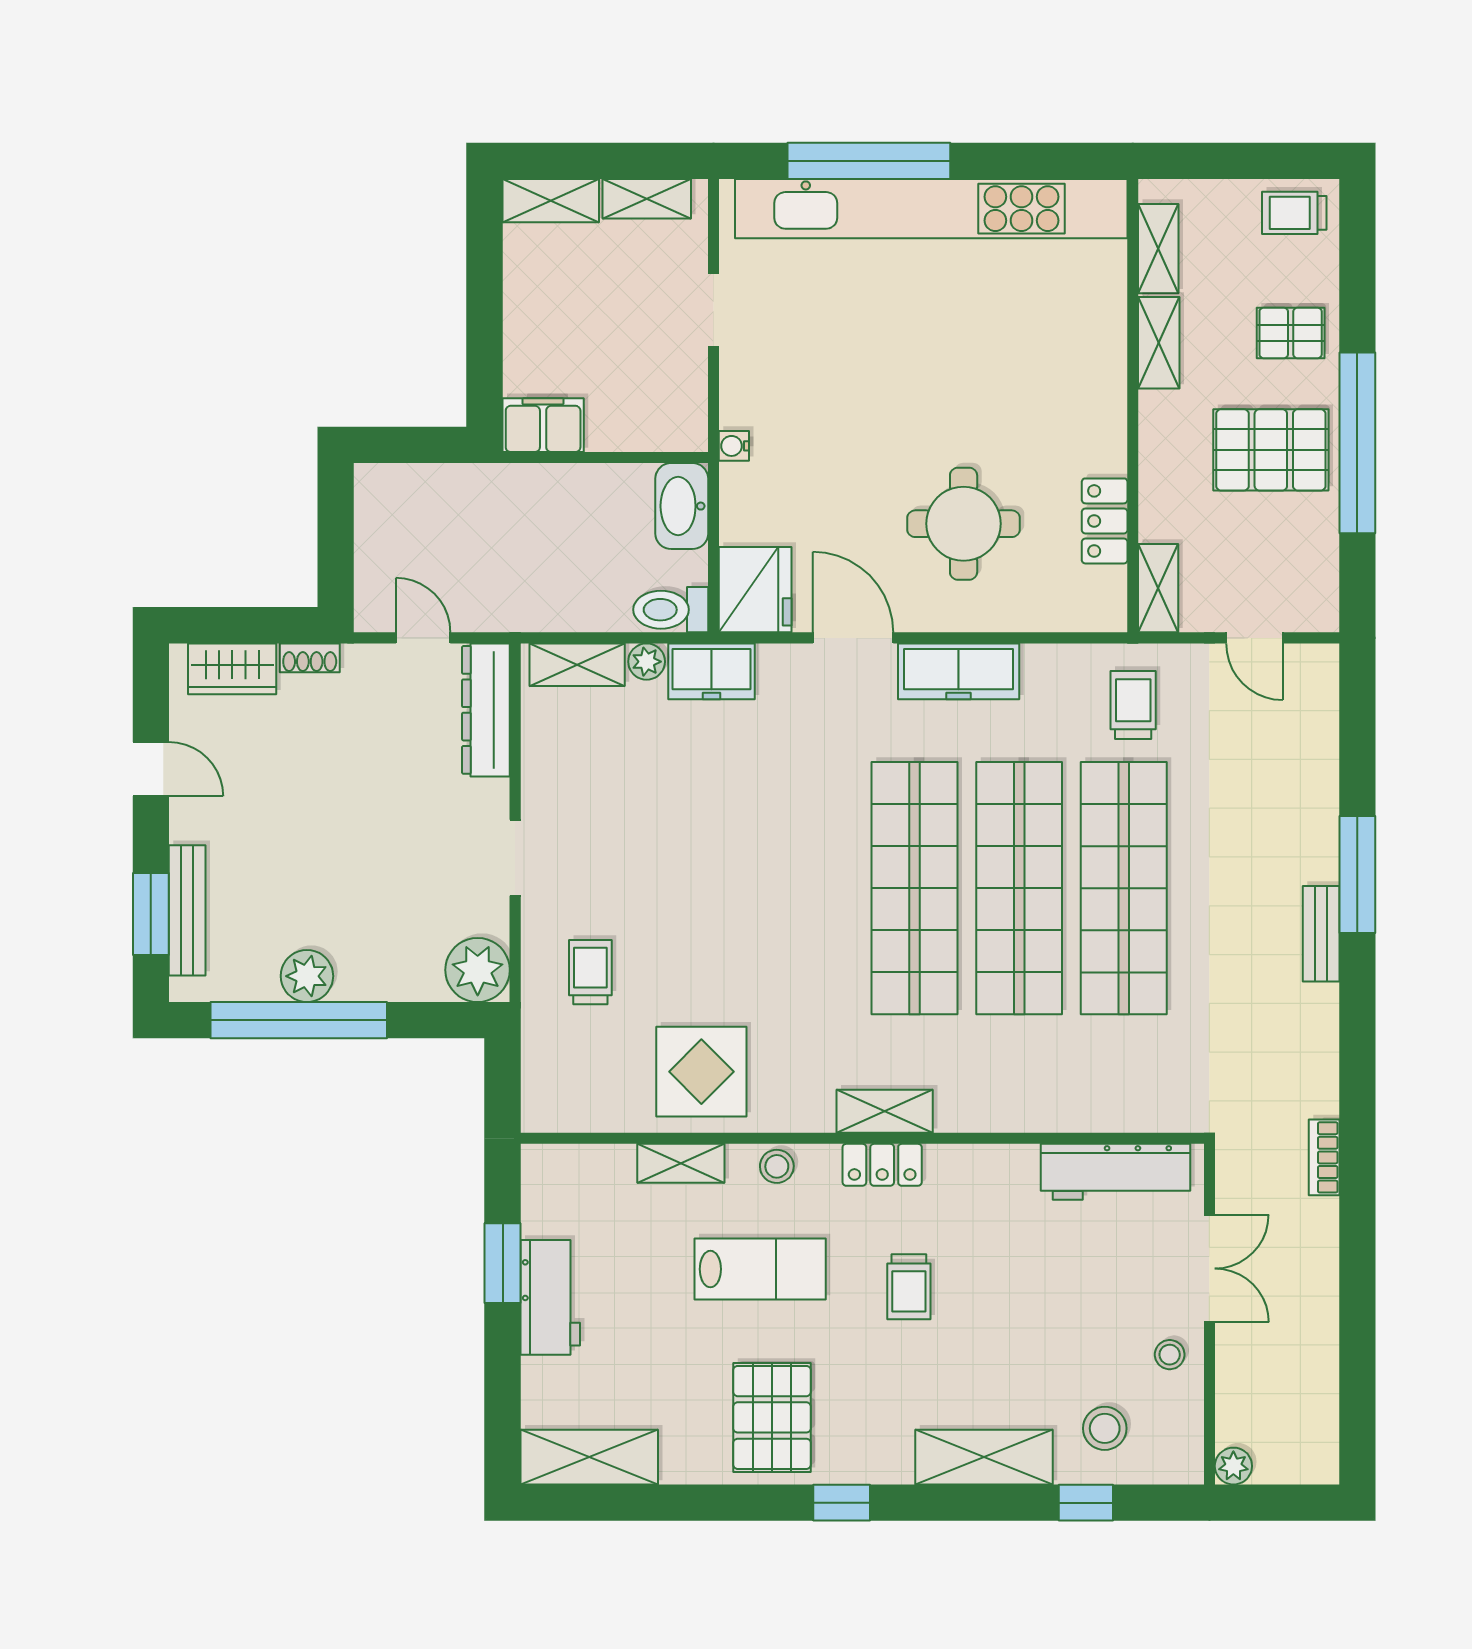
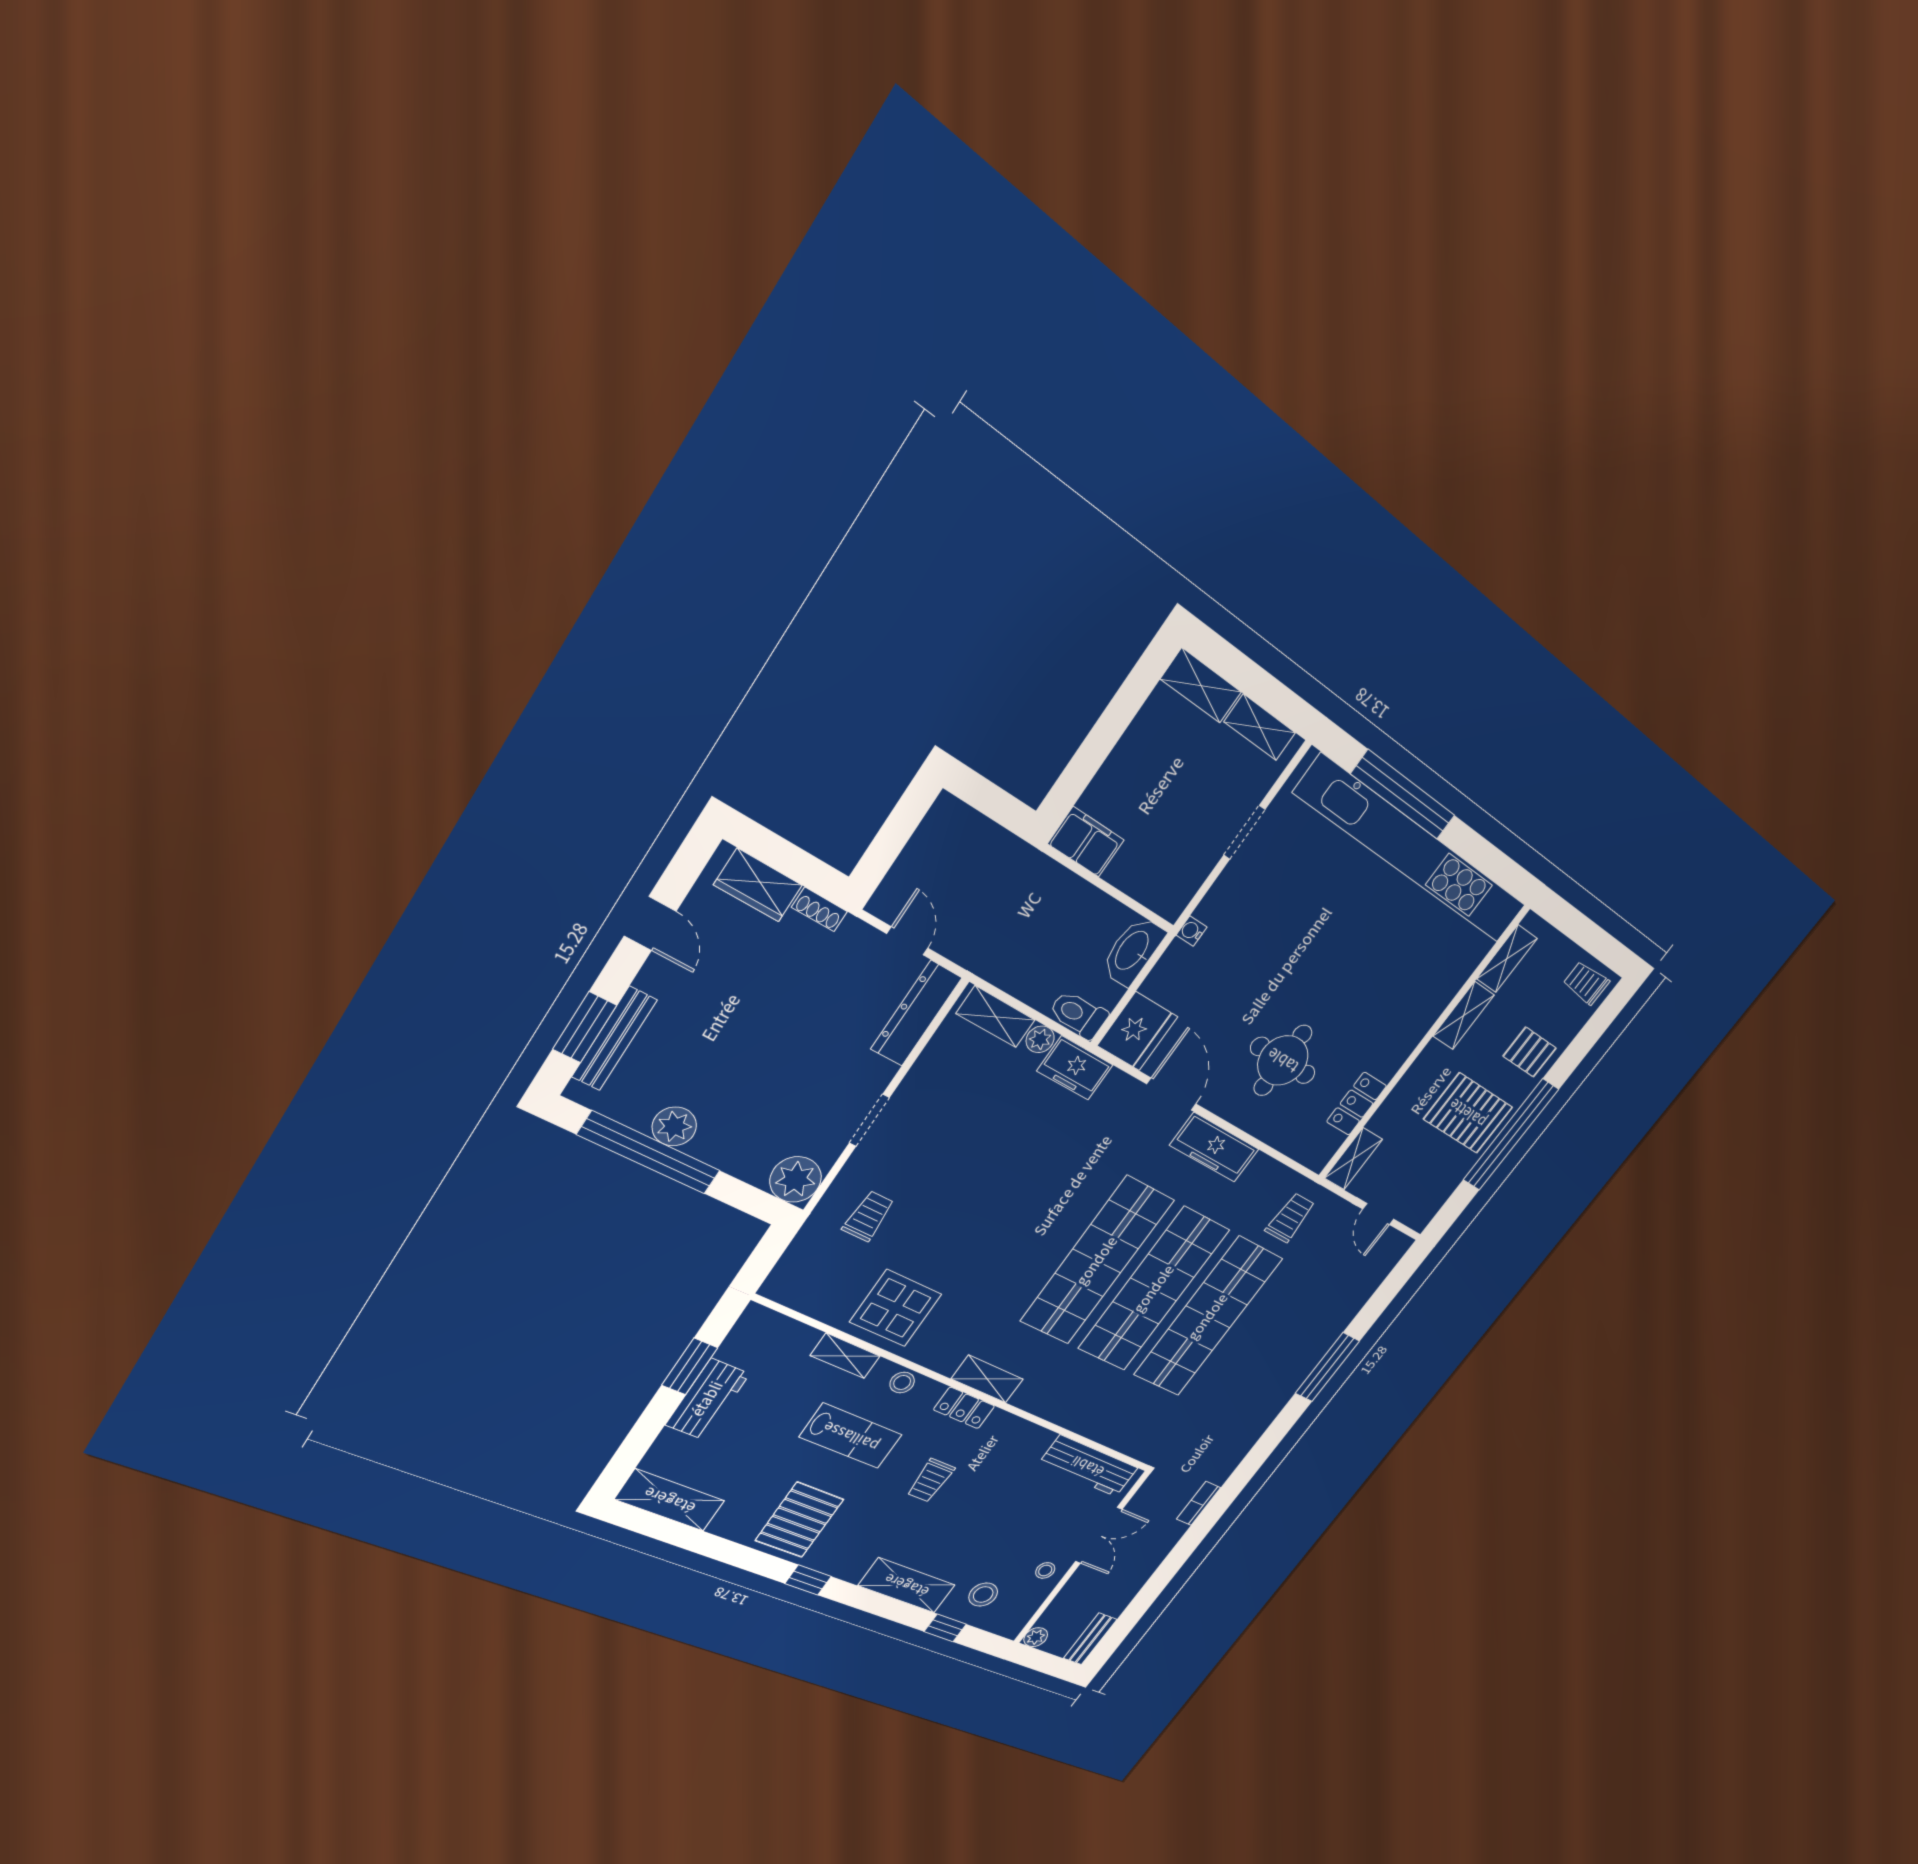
bench: (1321, 934) -> (1090, 1639), moved

